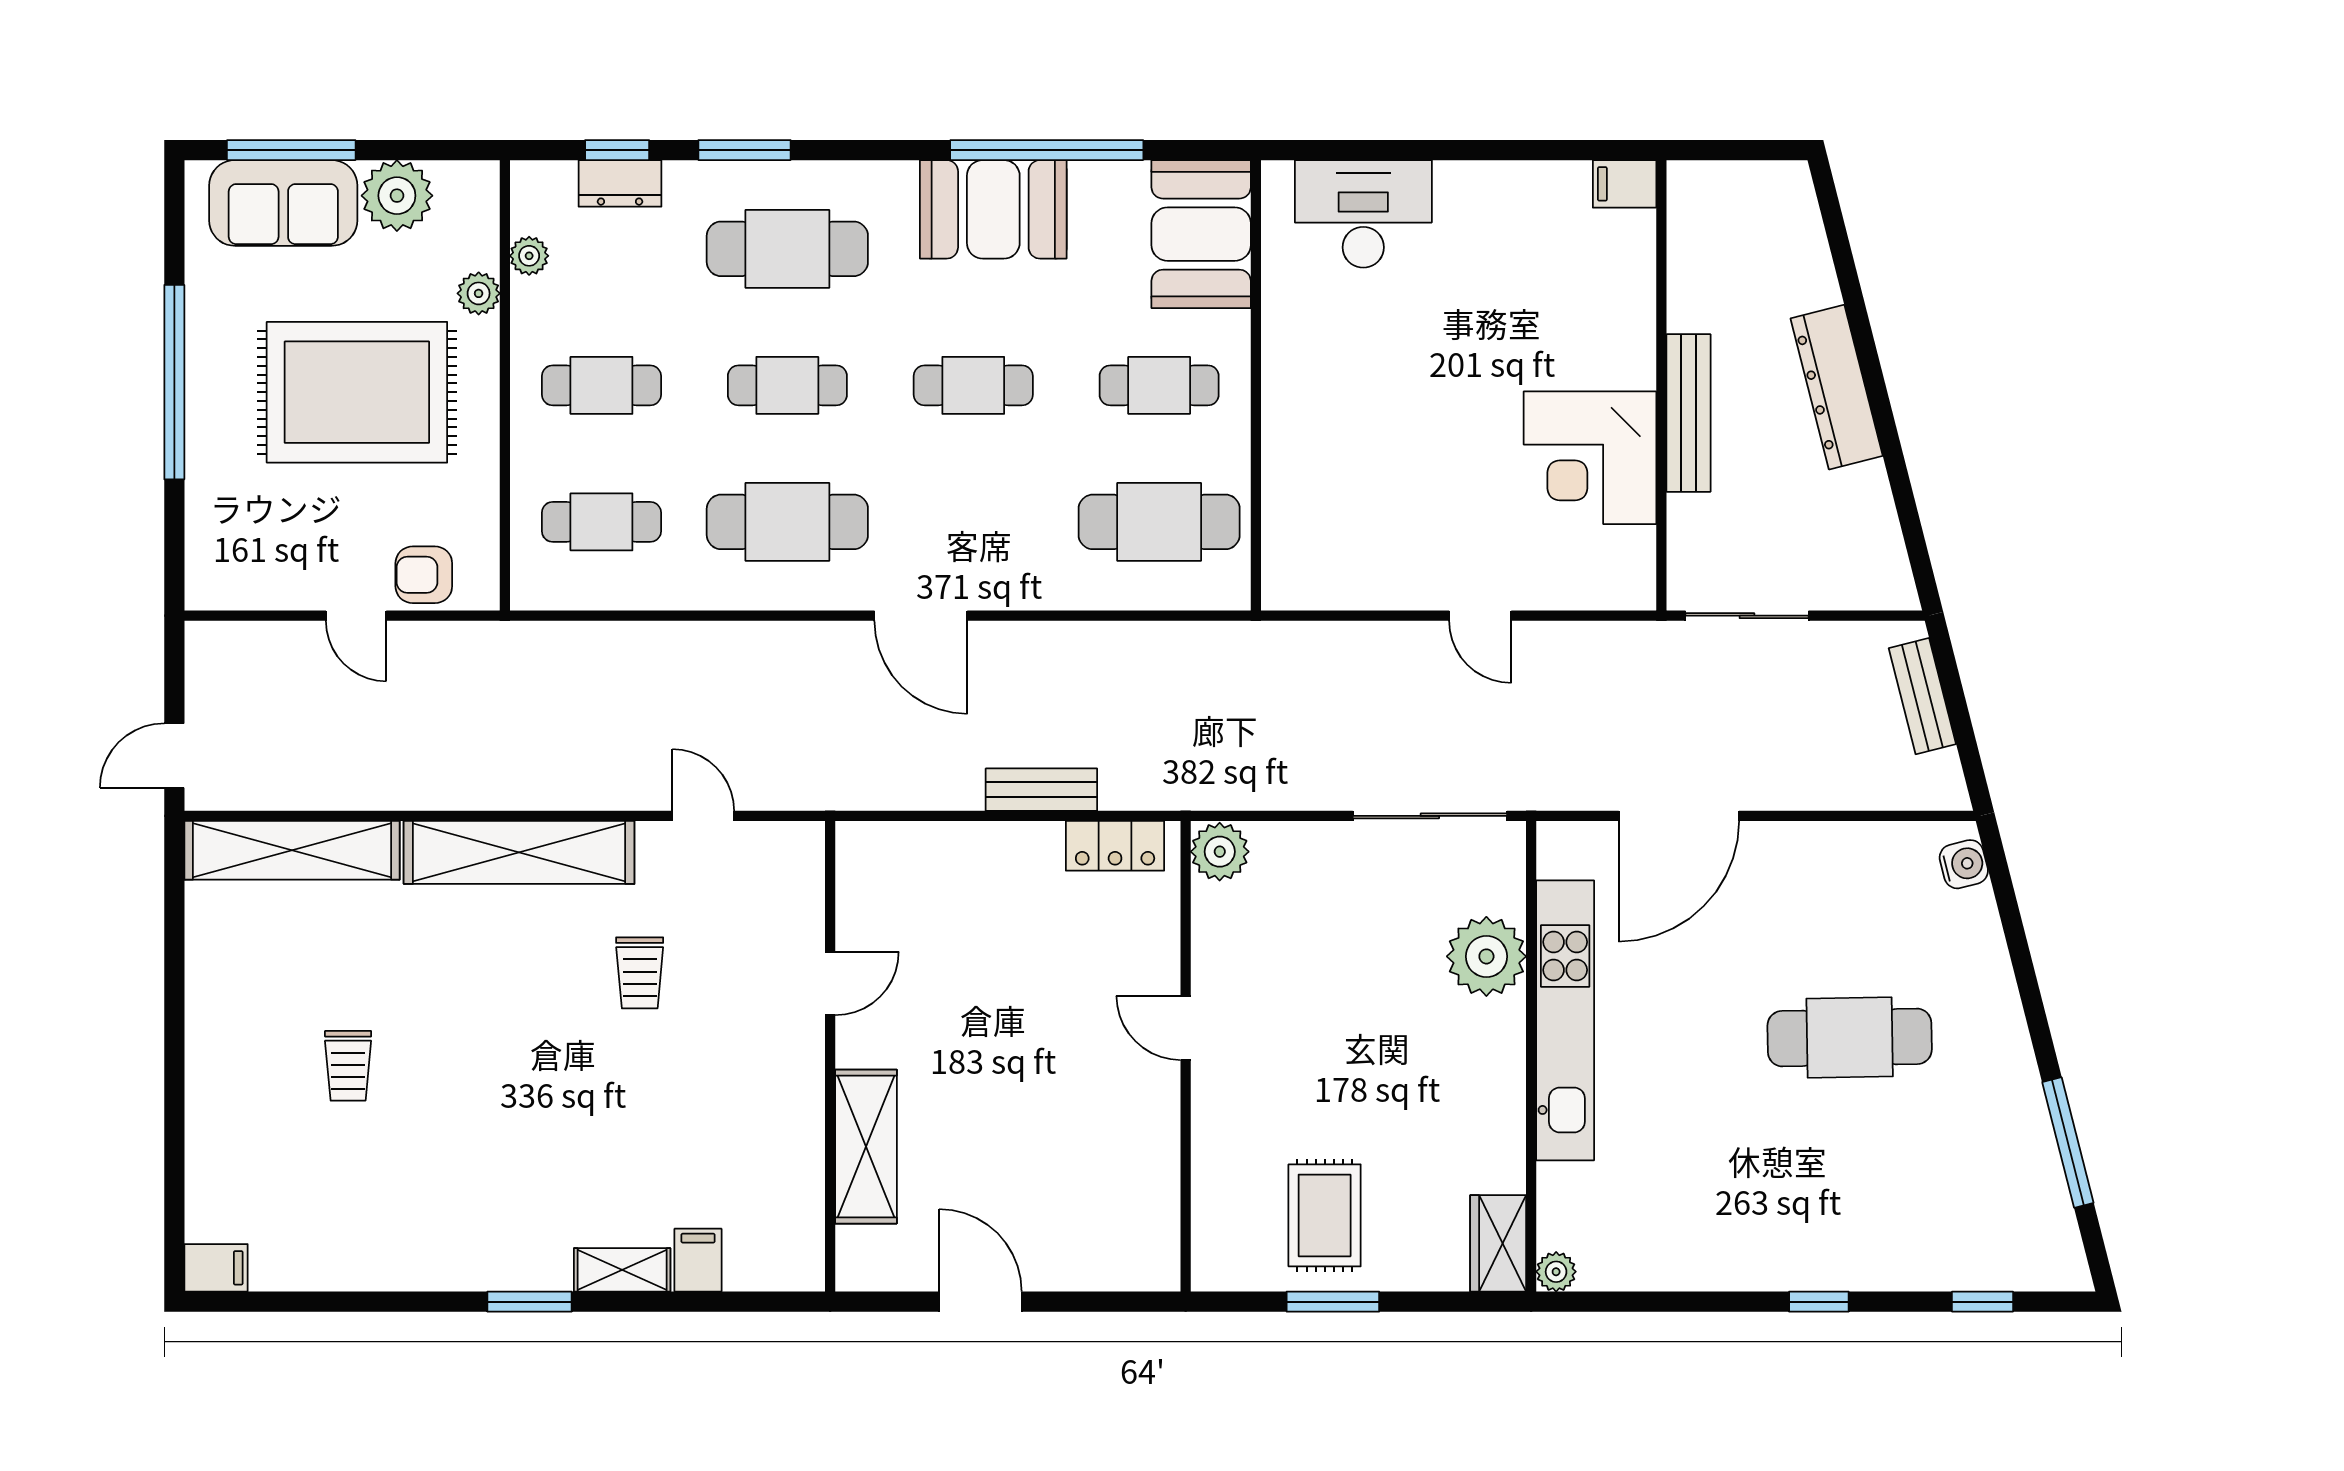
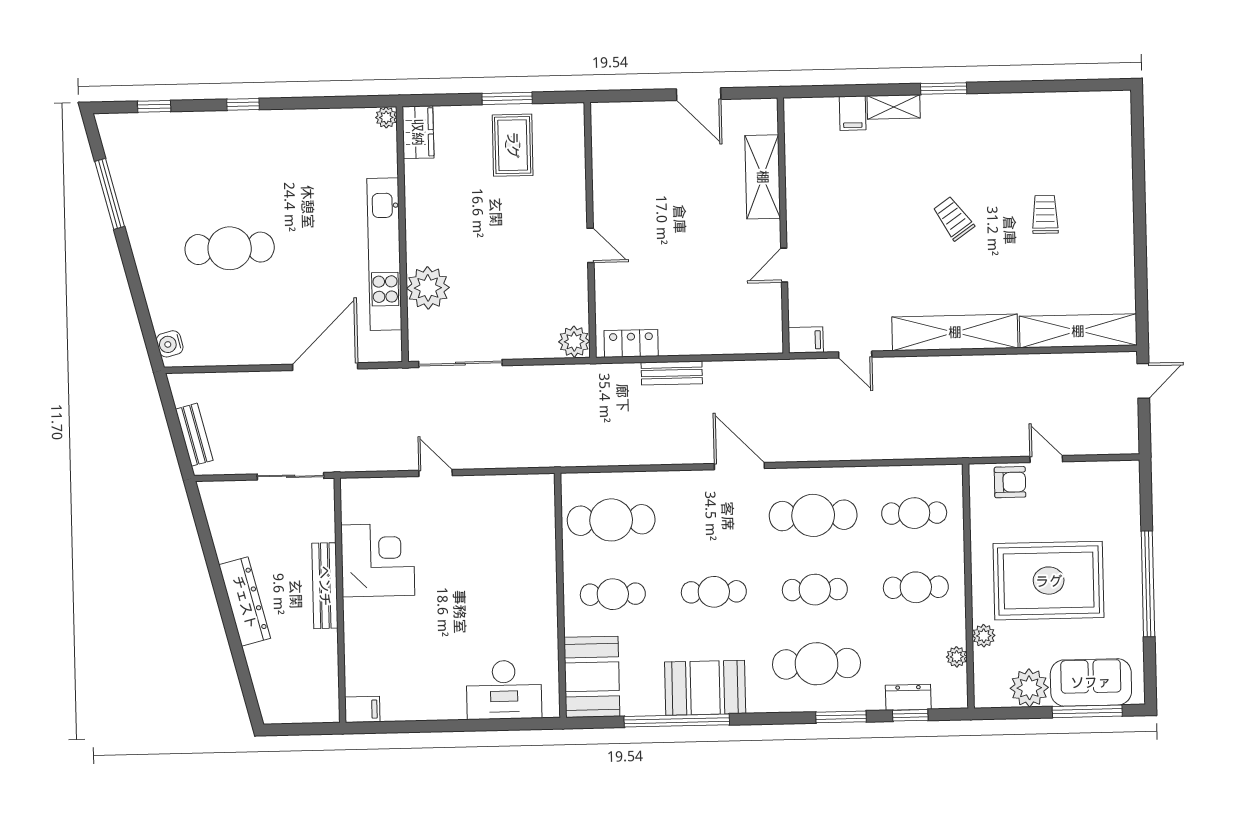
trolley: (640, 973) -> (953, 218), moved, turned -35
filing cabinet: (216, 1268) -> (806, 340), moved, turned 180

